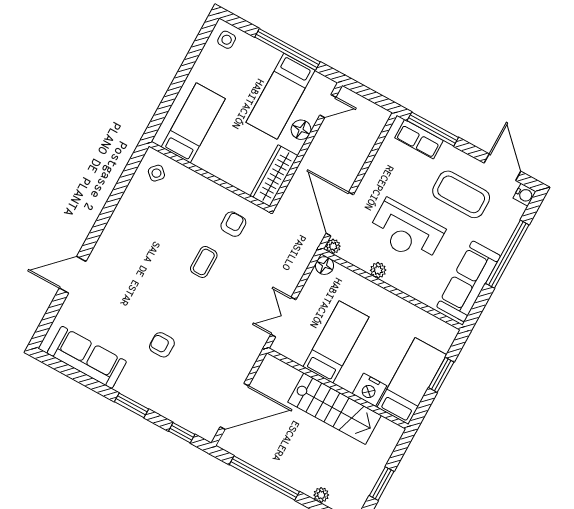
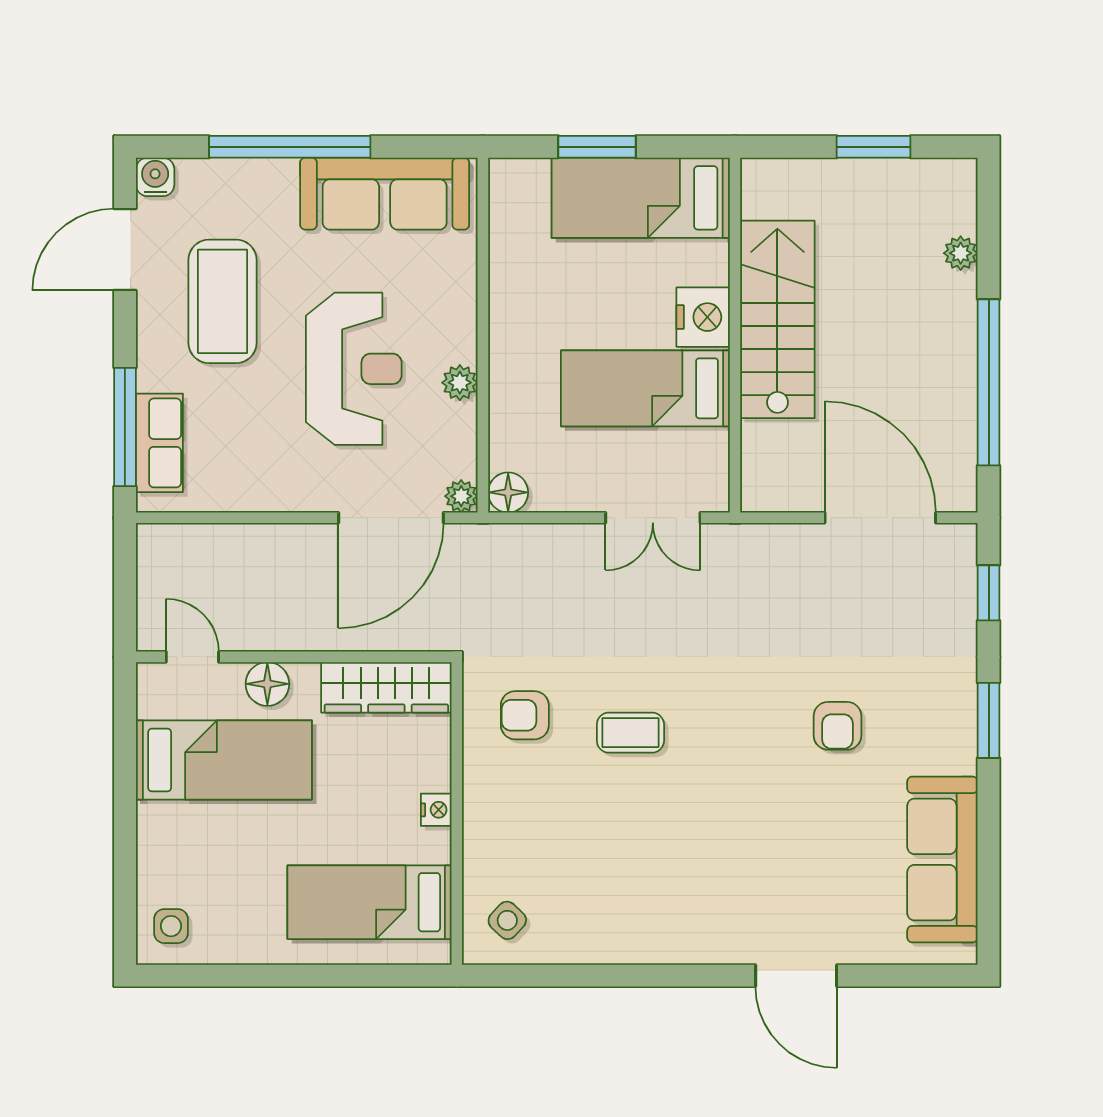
window: (287, 50) -> (125, 796), removed
nightstand: (215, 169) -> (436, 810), added
nightstand: (370, 390) -> (703, 317), moved

